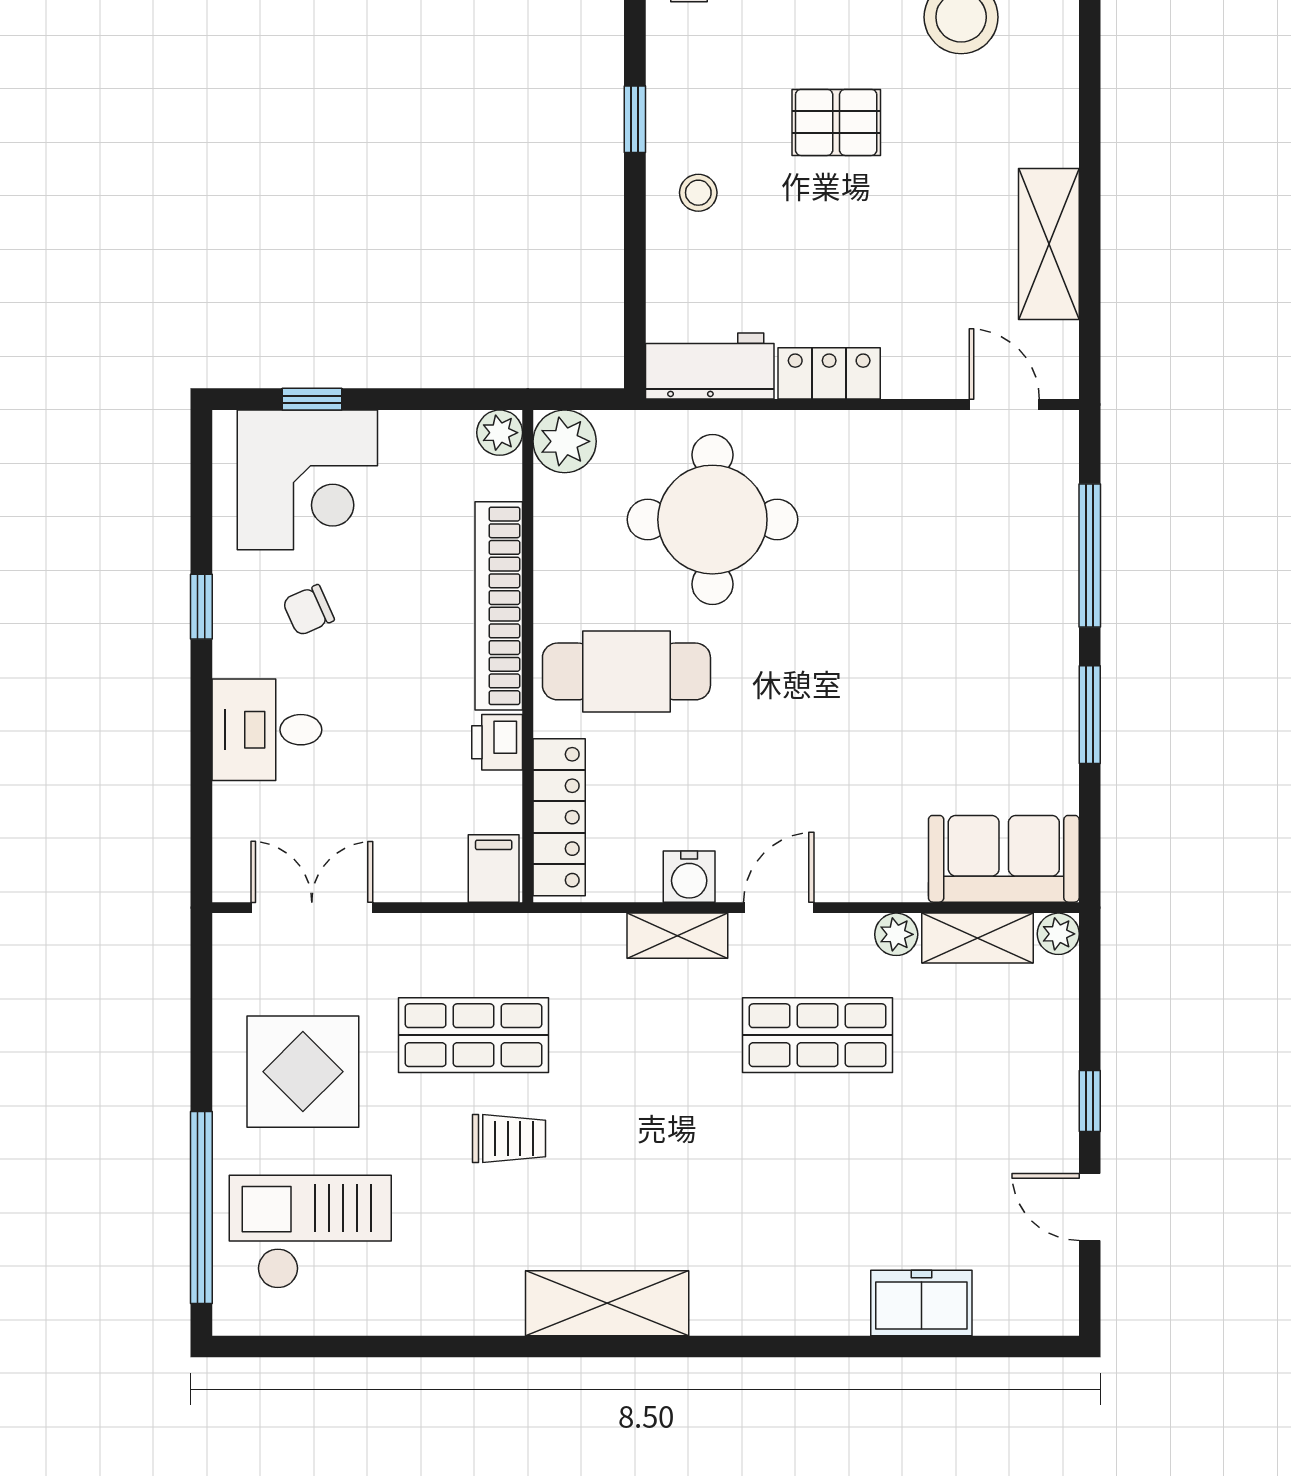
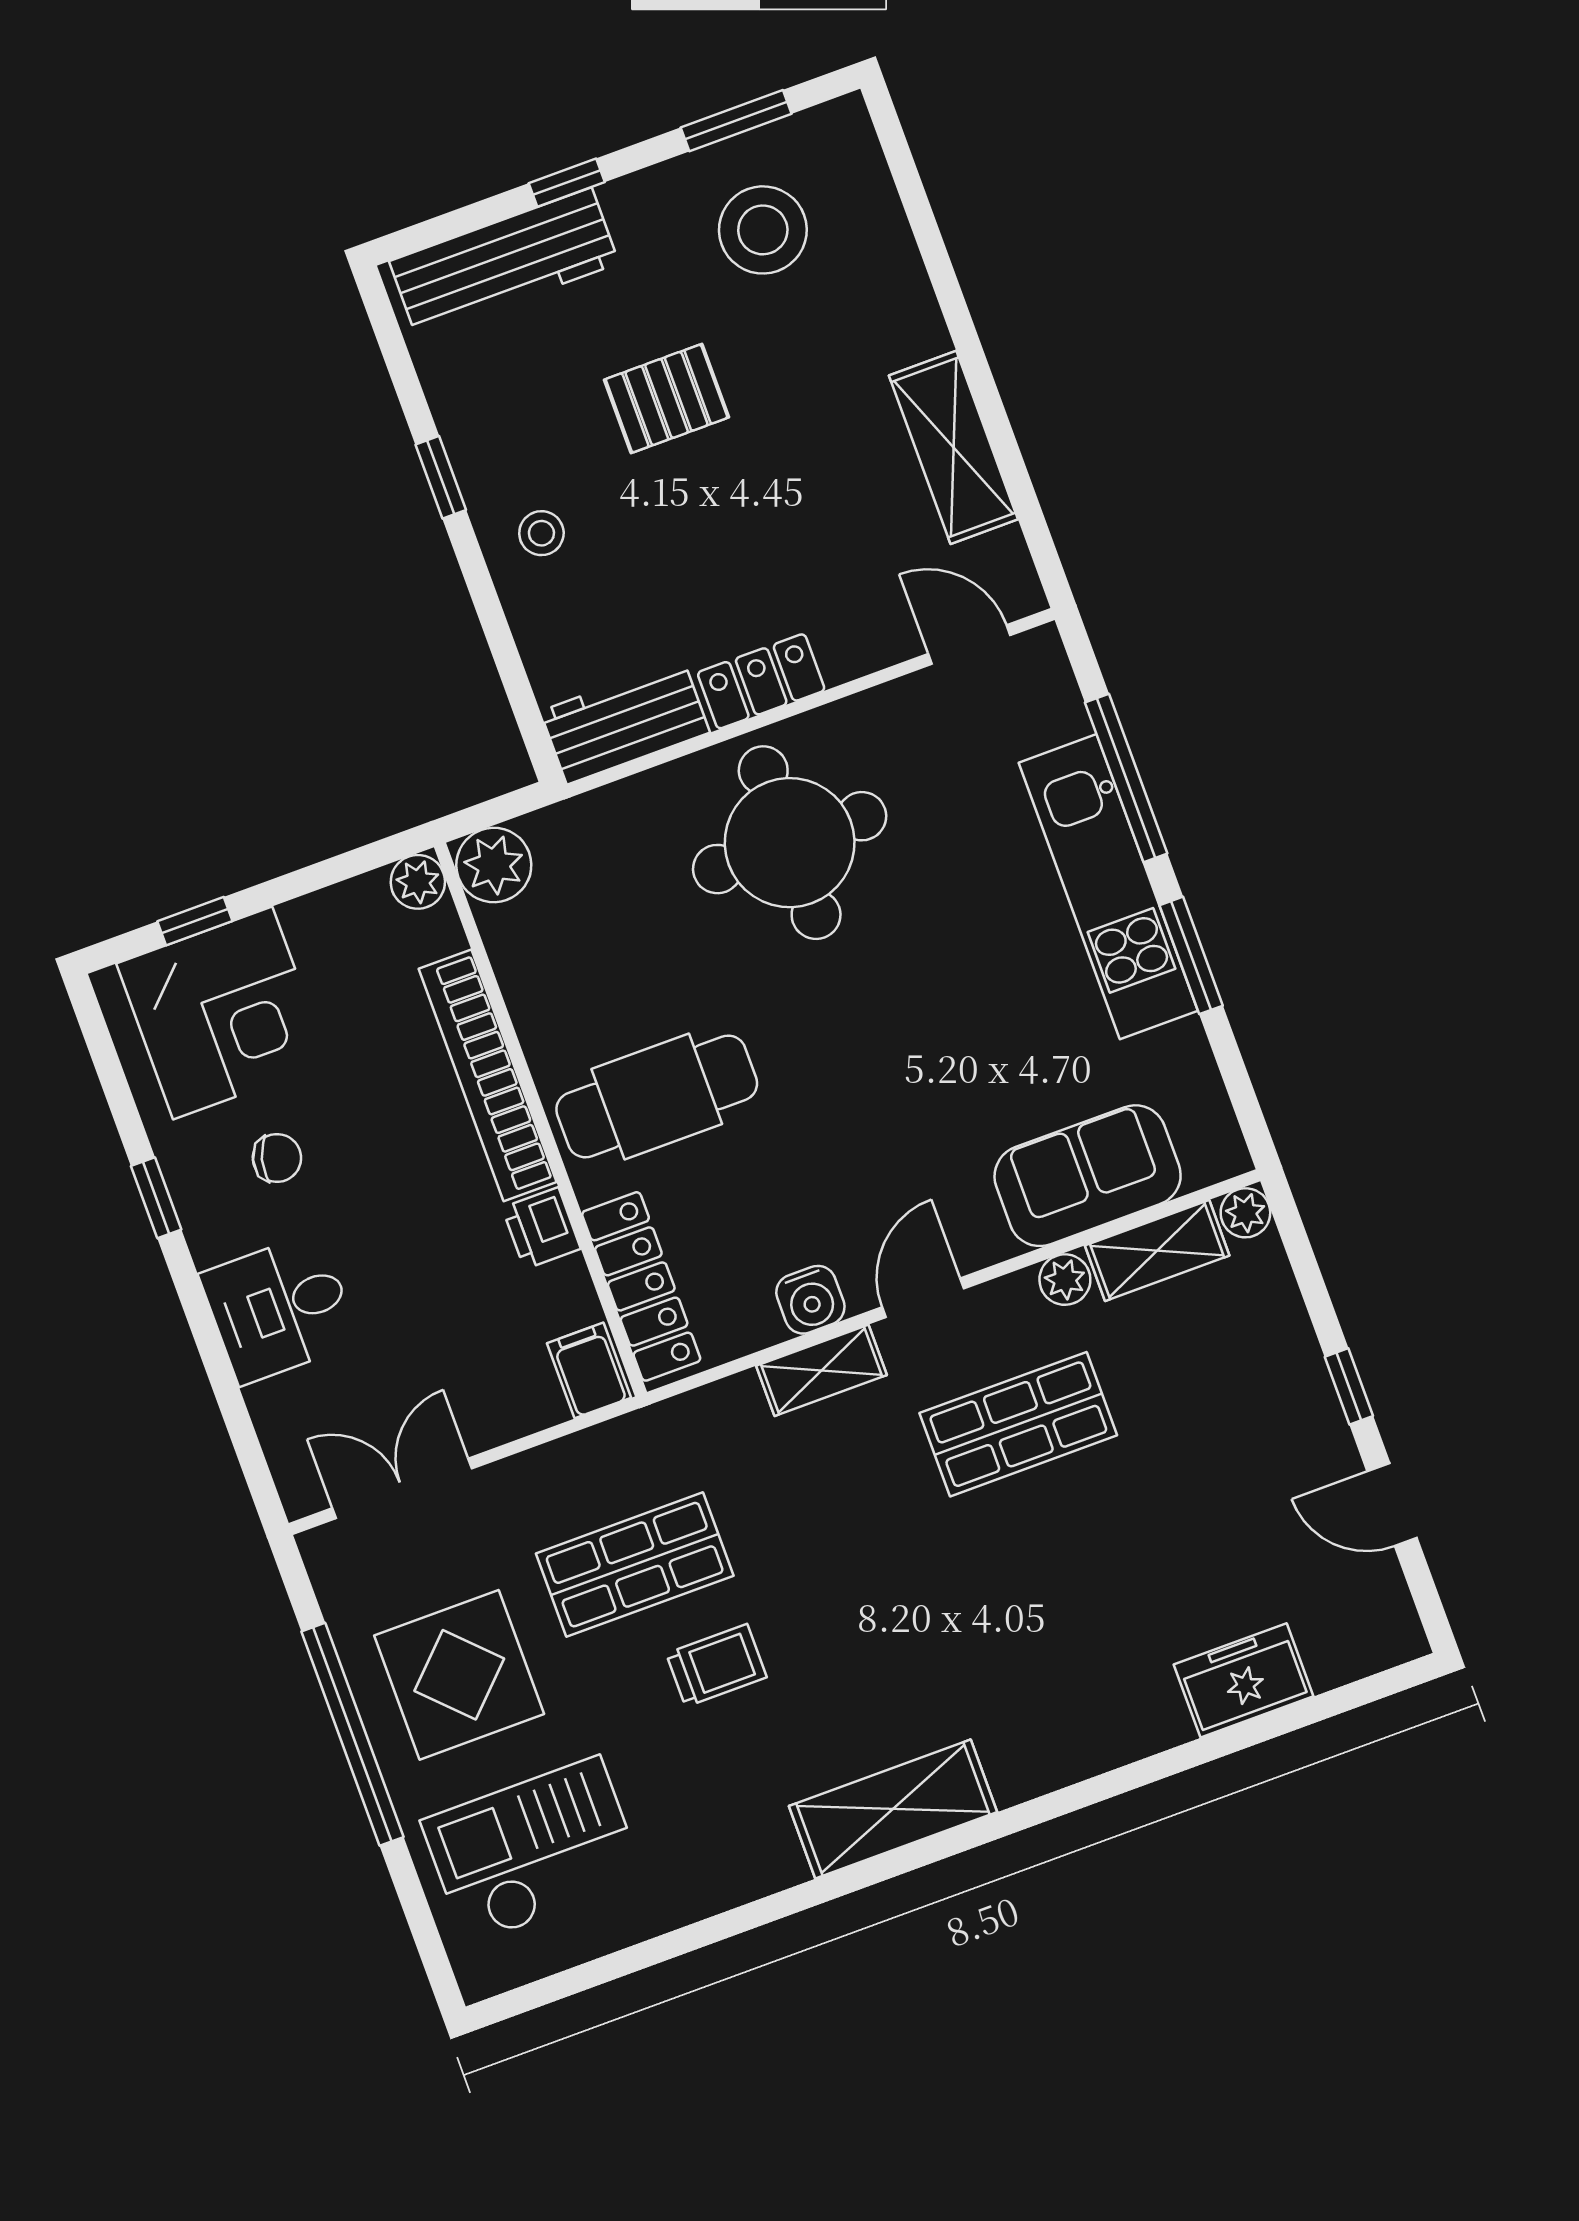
round table: (712, 520) -> (790, 843), moved
chair: (308, 610) -> (277, 1158), turned -141
kitchen unit: (1044, 636) -> (1108, 887), added
sofa: (1004, 859) -> (1088, 1176), moved
window: (201, 1208) -> (352, 1734), moved

